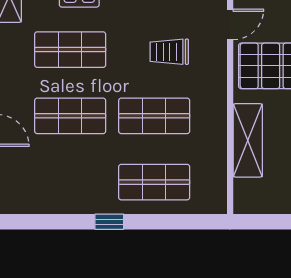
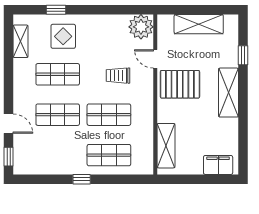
door: (230, 24) -> (155, 59), swing flipped
shelving: (248, 140) -> (166, 146), moved

